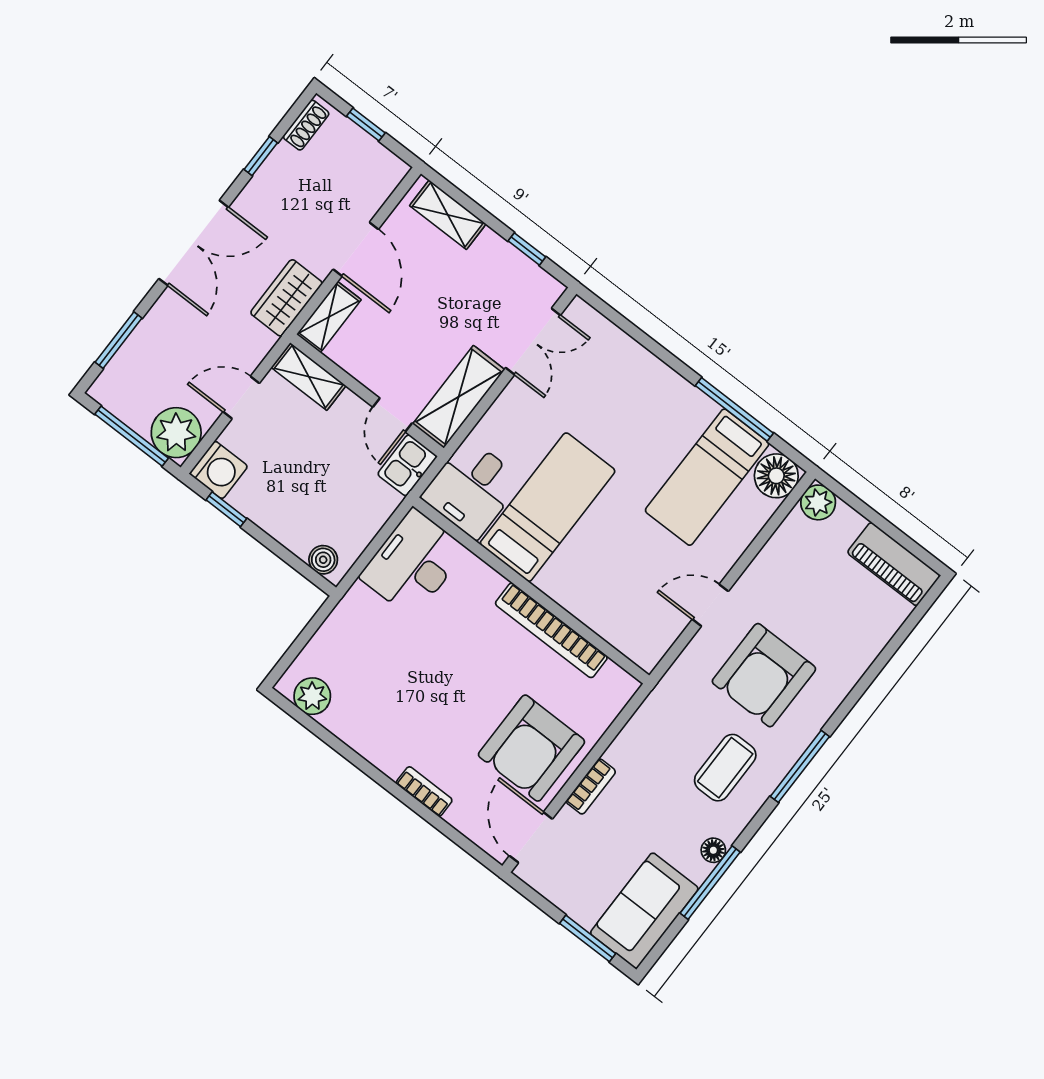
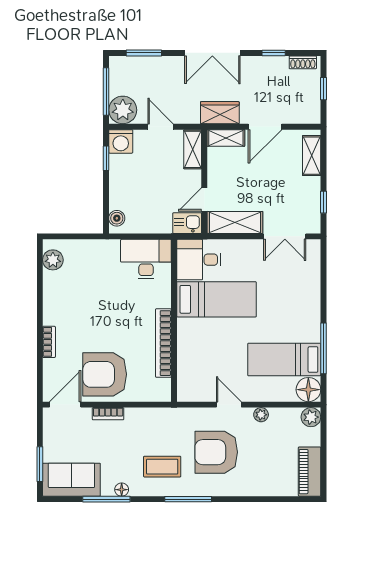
plant: (760, 570) -> (261, 415), added

